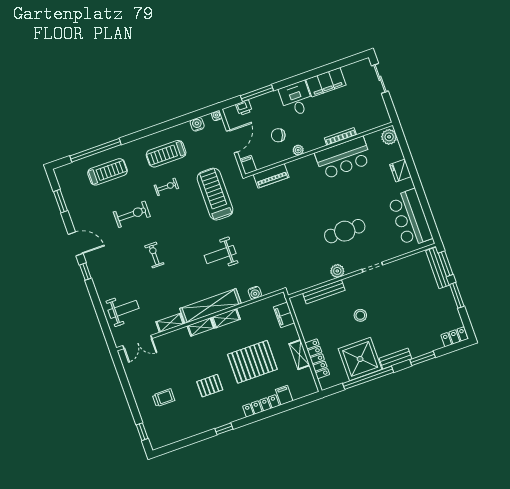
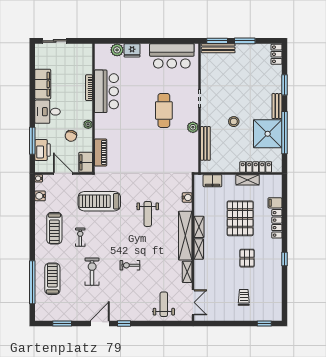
printer: (244, 108) -> (43, 150), width x1.87, depth x1.48
plant: (389, 137) -> (117, 50), moved
filing cabinet: (248, 165) -> (86, 162), width x2.00

